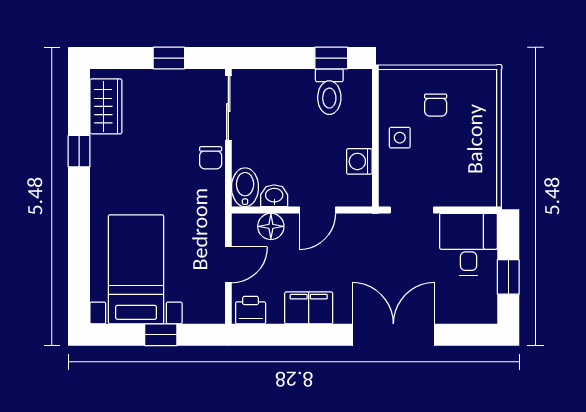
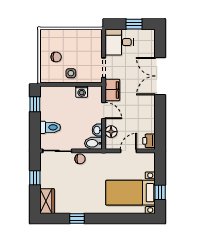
toilet: (329, 92) -> (50, 127), moved
wardrobe: (106, 106) -> (47, 201), moved, turned 90
door: (228, 265) -> (129, 151), hinge flipped
filing cabinet: (309, 308) -> (112, 90), moved, turned 180
window: (161, 335) -> (160, 192), moved

